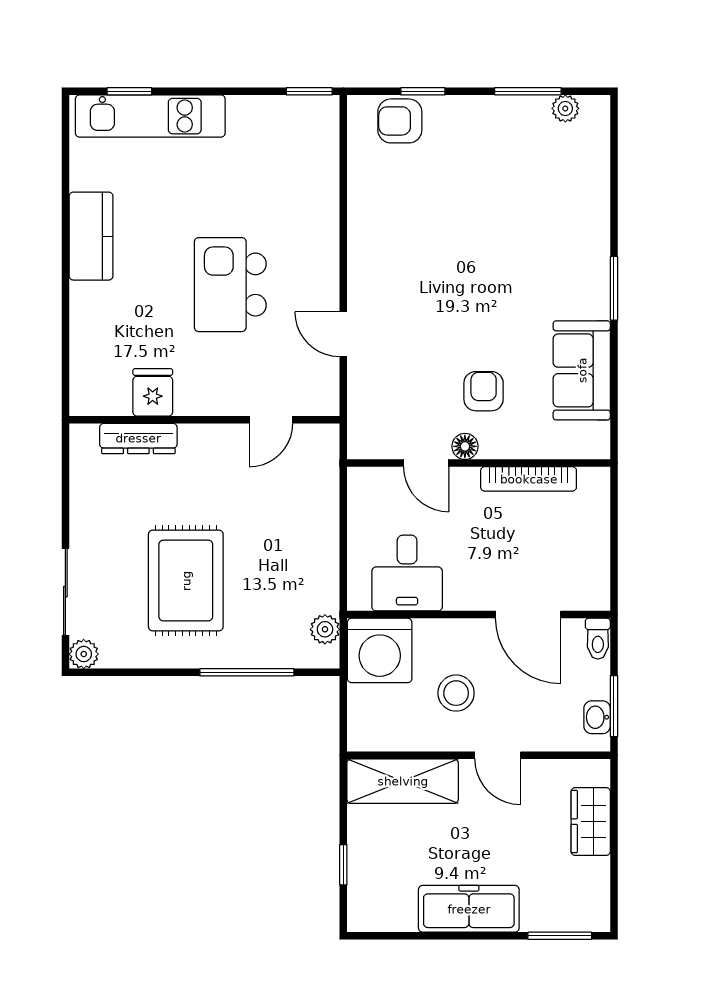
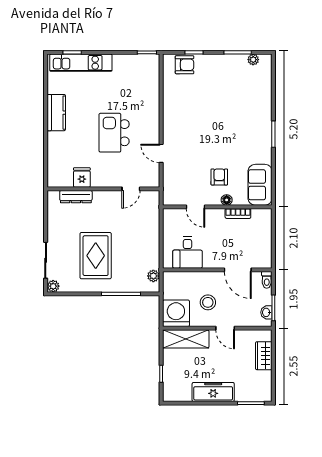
armchair: (400, 121) -> (185, 65), turned 180
sofa: (582, 370) -> (260, 185), moved
floor lamp: (465, 446) -> (227, 200), moved
bookcase: (529, 479) -> (238, 213), width x0.64
washing machine: (380, 650) -> (176, 313), moved, turned 180

